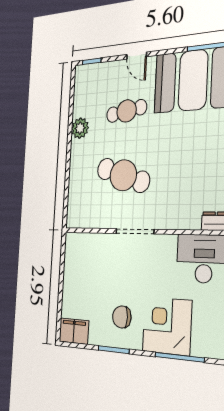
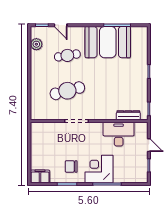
door: (137, 56) -> (61, 25), moved
plant: (80, 128) -> (36, 44), moved
cafe table: (123, 175) -> (67, 91), turned -33

